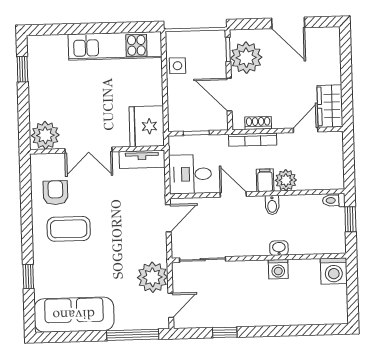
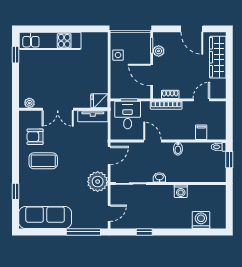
kitchen unit: (115, 46) -> (50, 41), moved
plant: (246, 58) -> (159, 51), width x0.53, depth x0.53
wardrobe: (330, 106) -> (218, 57), moved, width x1.50
fridge: (147, 126) -> (99, 101), width x0.53, depth x0.75
plant: (45, 135) -> (29, 103), width x0.53, depth x0.53
desk: (190, 174) -> (128, 115), moved, turned 90
filing cabinet: (265, 180) -> (201, 132), moved
plant: (286, 180) -> (187, 133), removed
armchair: (55, 193) -> (35, 137), turned -90
washbasin: (279, 248) -> (159, 177), moved
washing machine: (334, 271) -> (201, 220), moved, turned 180
plant: (153, 277) -> (98, 182), moved

